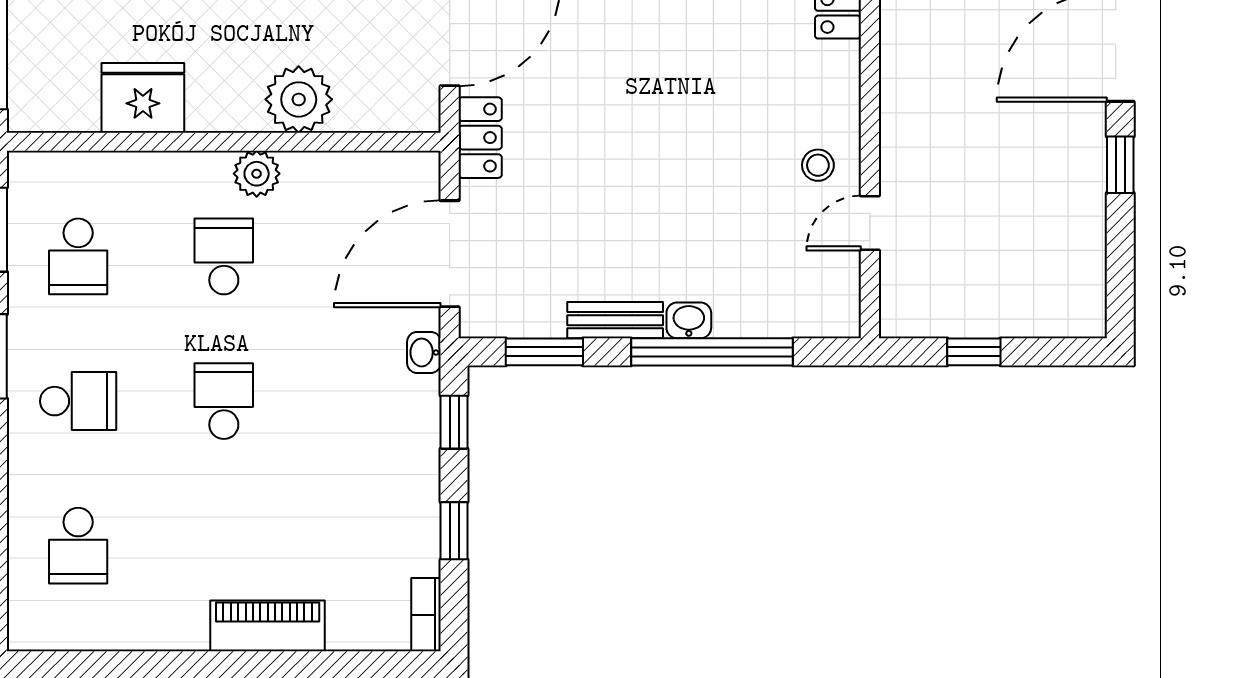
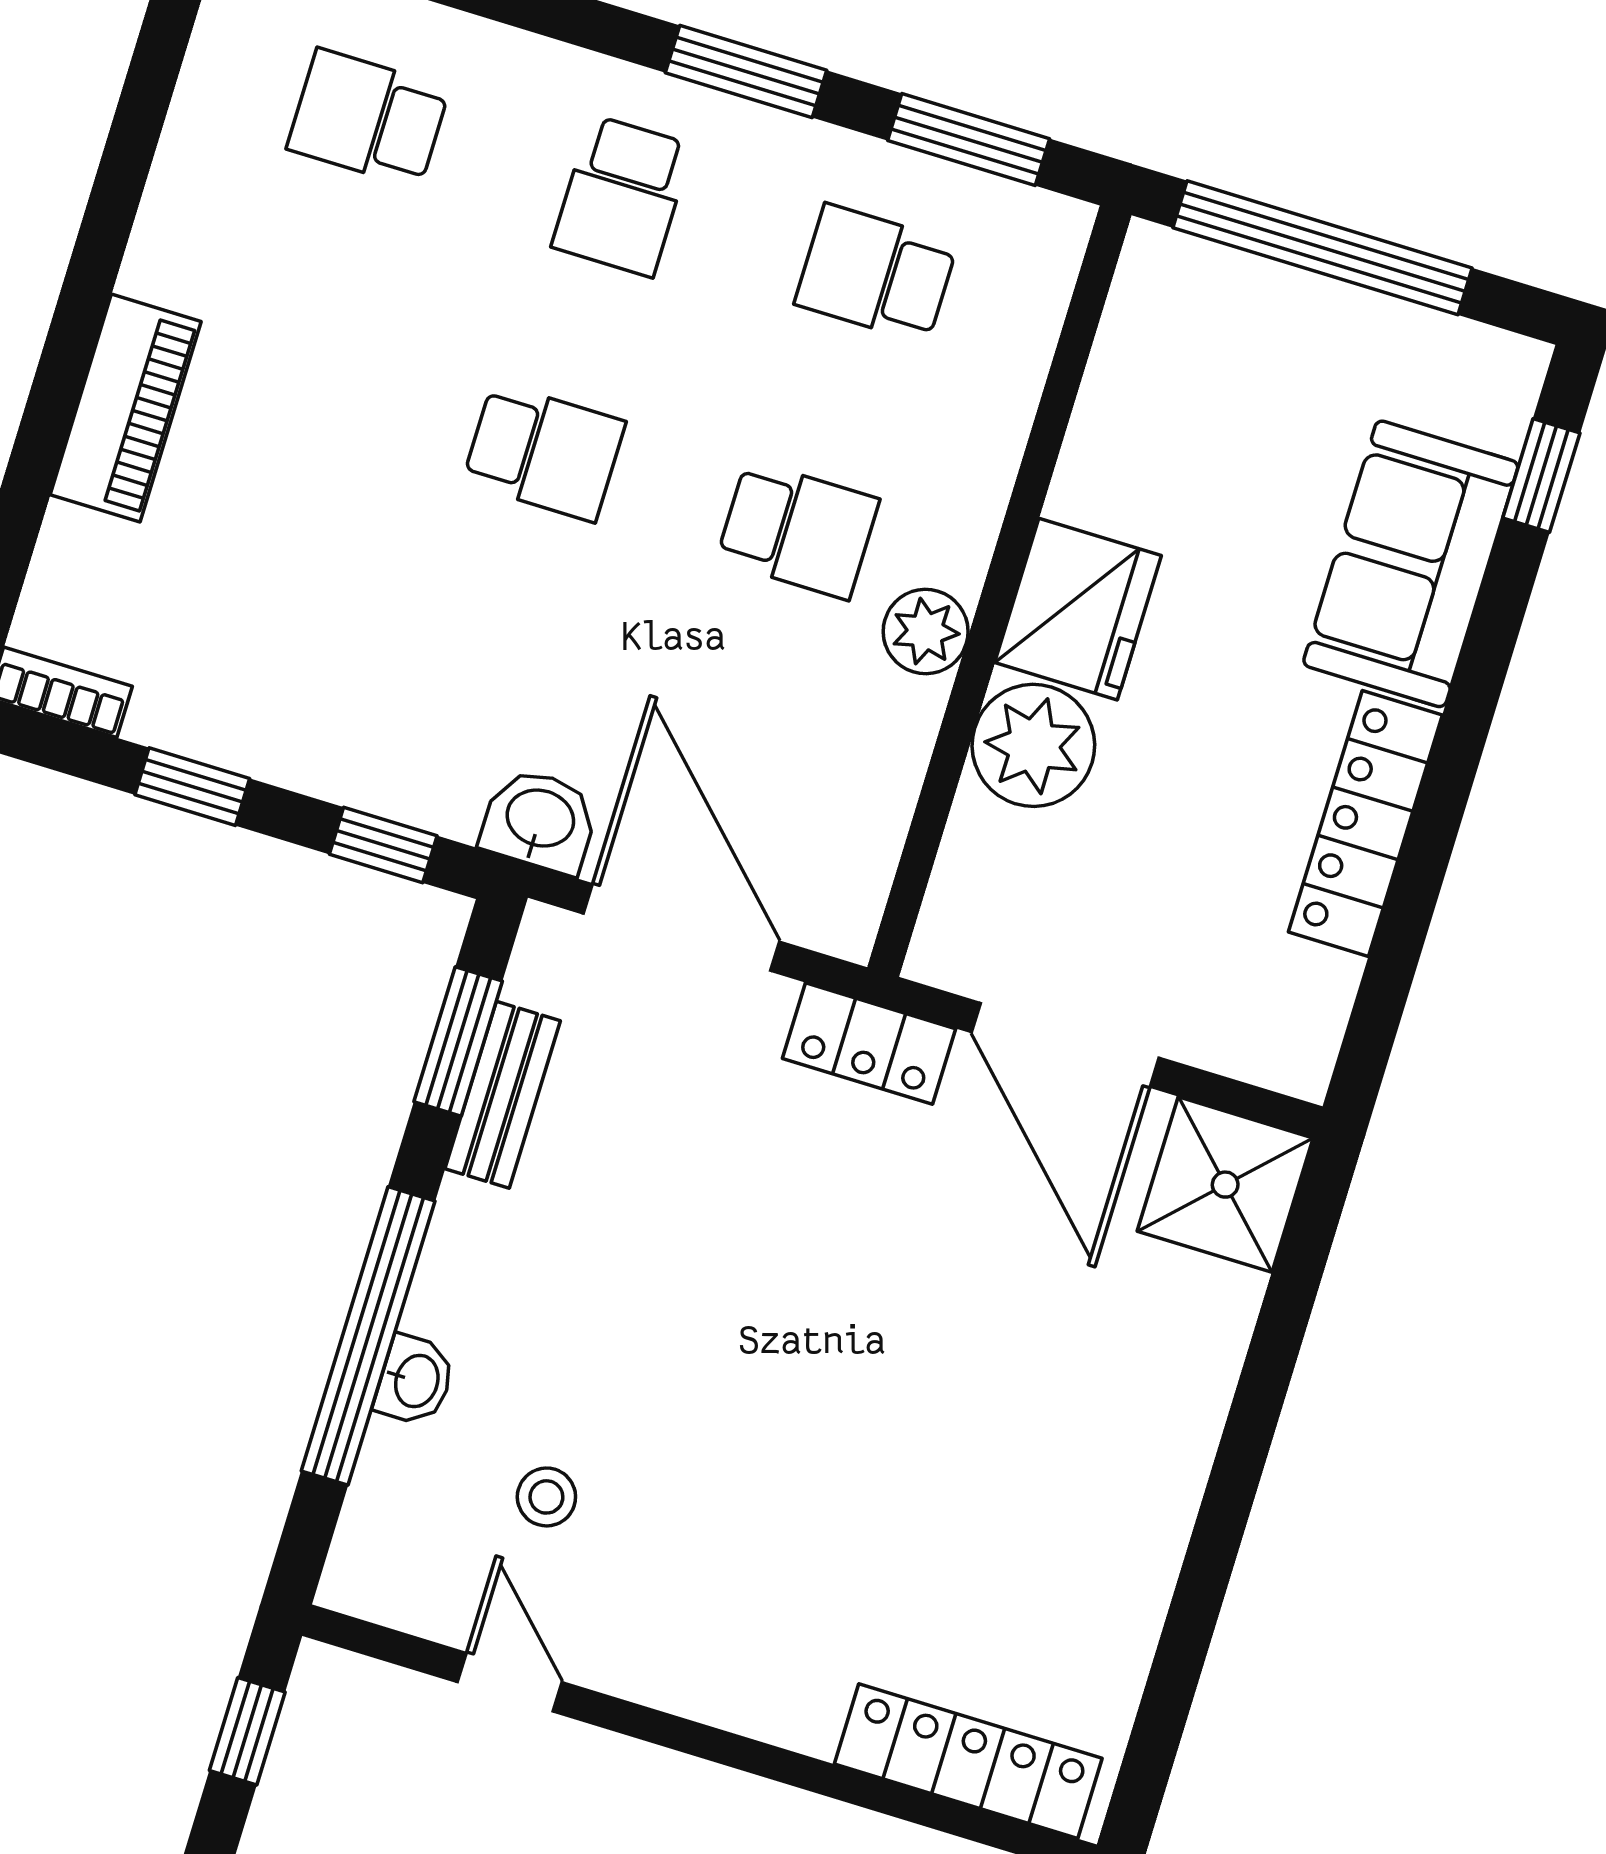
fridge: (143, 98) -> (1078, 609), moved
stool: (818, 165) -> (546, 1497), moved
bench: (615, 320) -> (503, 1095), moved
washbasin: (689, 320) -> (415, 1380), moved
washbasin: (424, 352) -> (540, 821), width x1.38, depth x1.45
window: (974, 352) -> (247, 1731), moved

